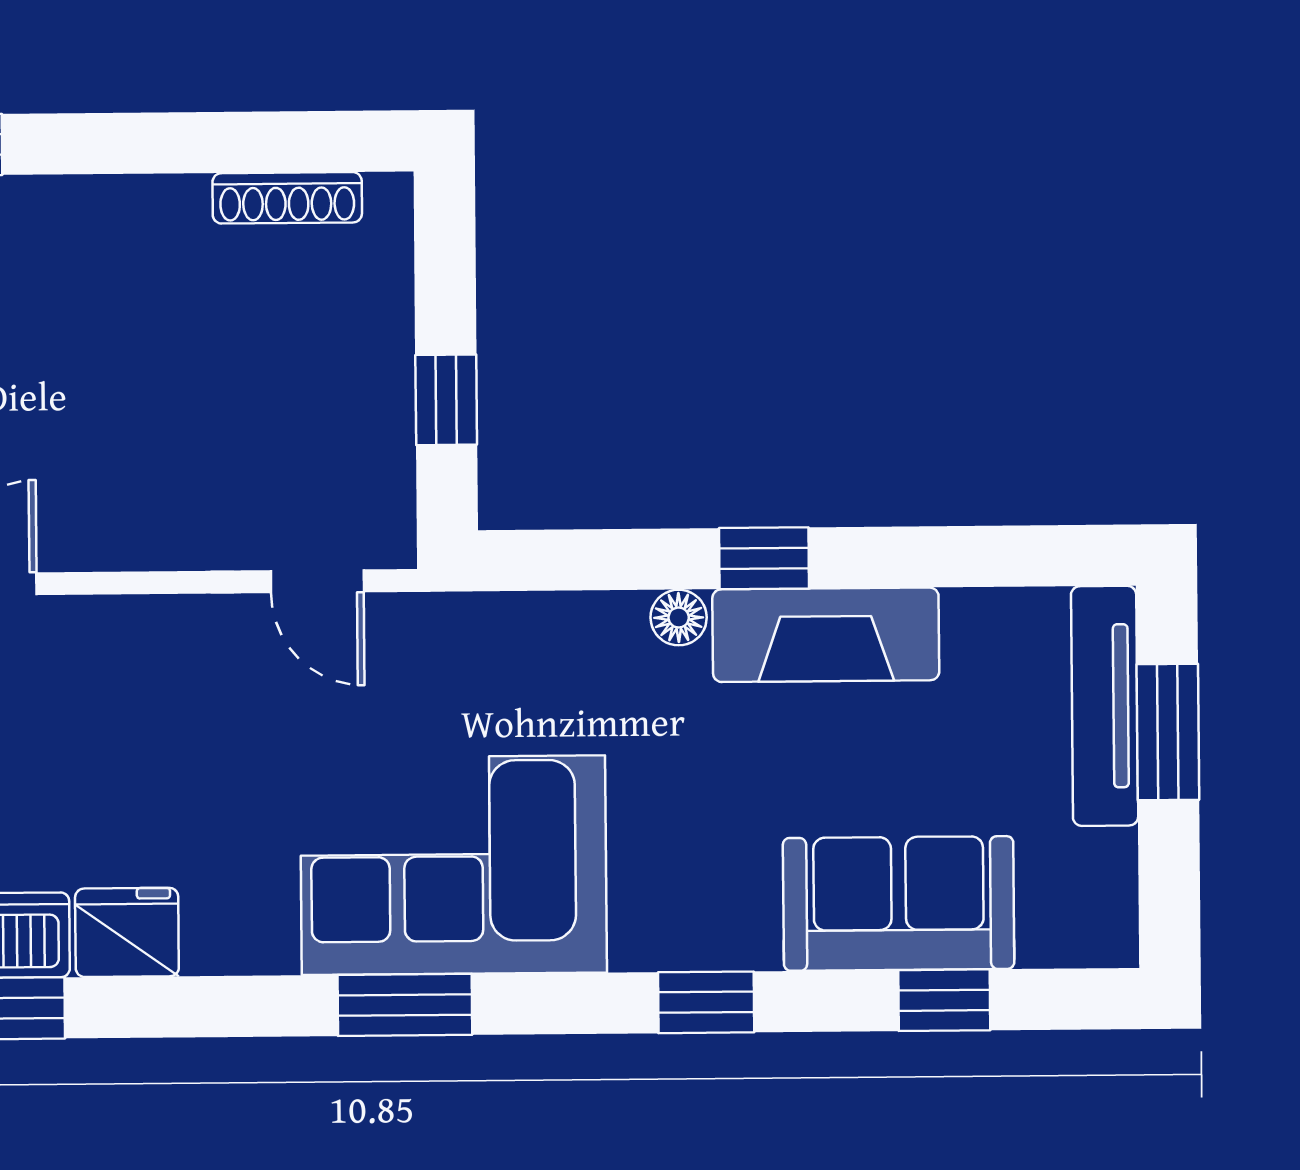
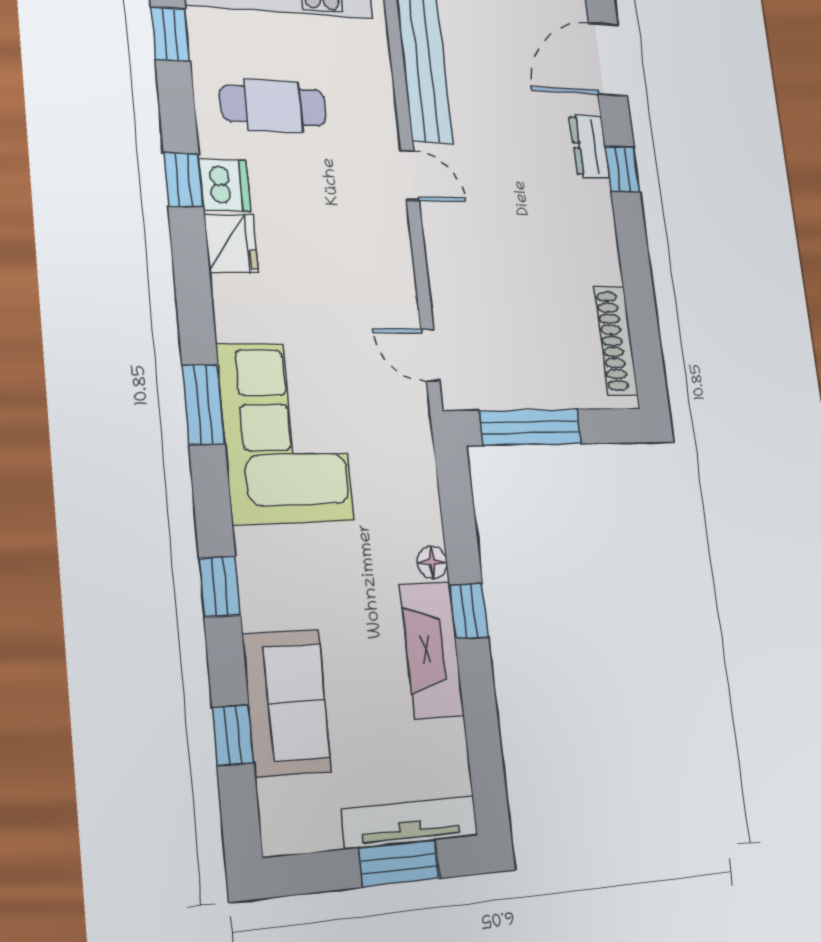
shoe rack: (287, 198) -> (616, 341), width x1.36, depth x1.24
window: (446, 400) -> (530, 427), width x2.17
door: (317, 581) -> (430, 355), hinge flipped

